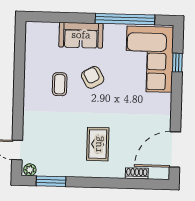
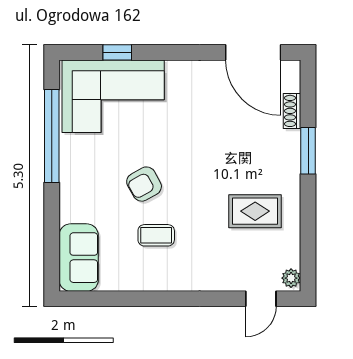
sofa: (81, 35) -> (79, 258), moved
rug: (98, 144) -> (255, 211), moved
window: (51, 181) -> (308, 151), moved

